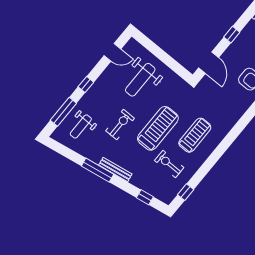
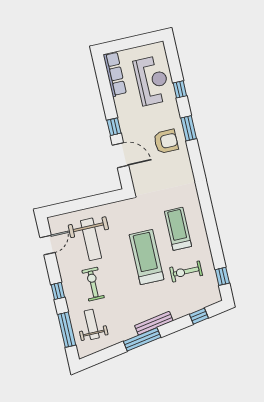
door: (209, 63) -> (120, 155), moved
exercise bike: (120, 125) -> (93, 284), moved
weight bench: (81, 126) -> (92, 324), turned 180

